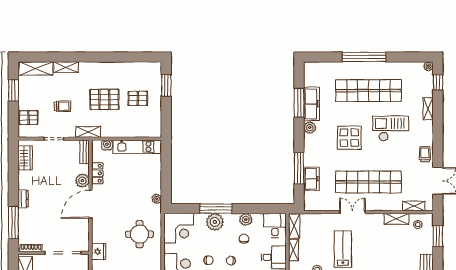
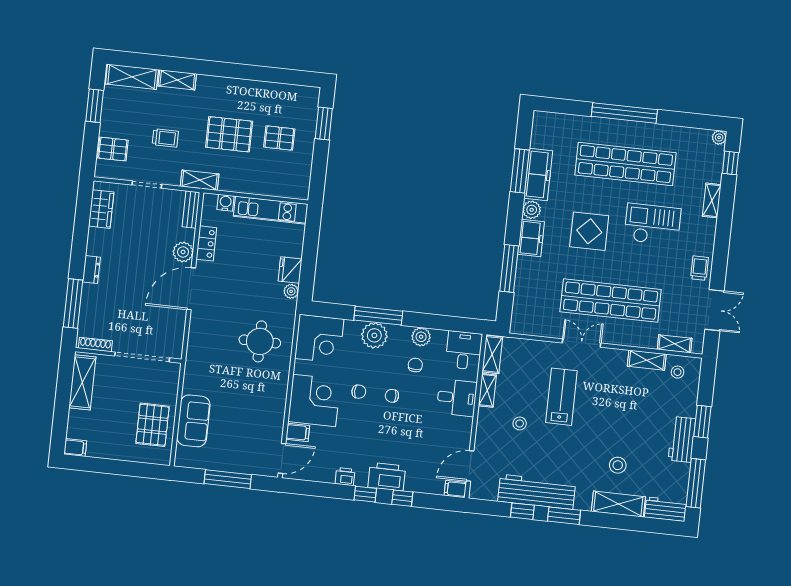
freezer: (311, 179) -> (531, 238), moved
window: (438, 236) -> (702, 422), moved
fridge: (99, 251) -> (290, 270), moved, turned 180

